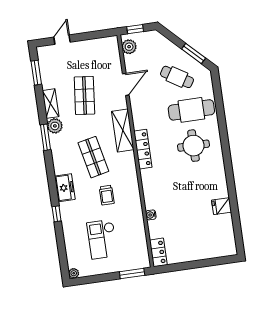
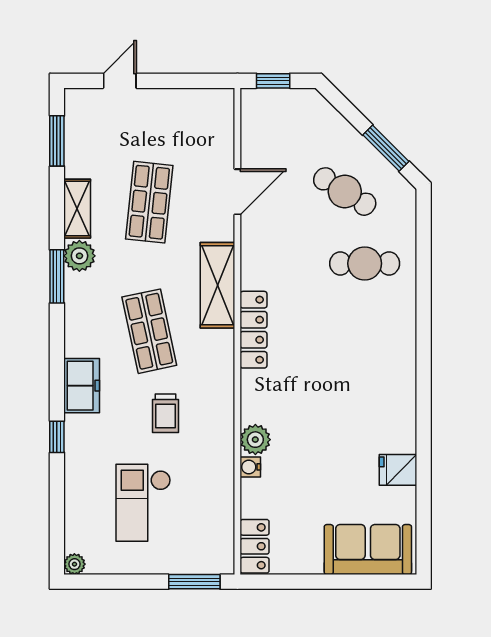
plant: (129, 47) -> (255, 440), moved
cafe table: (191, 110) -> (365, 263), width x0.73, depth x0.74
round table: (193, 146) -> (358, 337), removed
sofa: (213, 246) -> (368, 550), added

